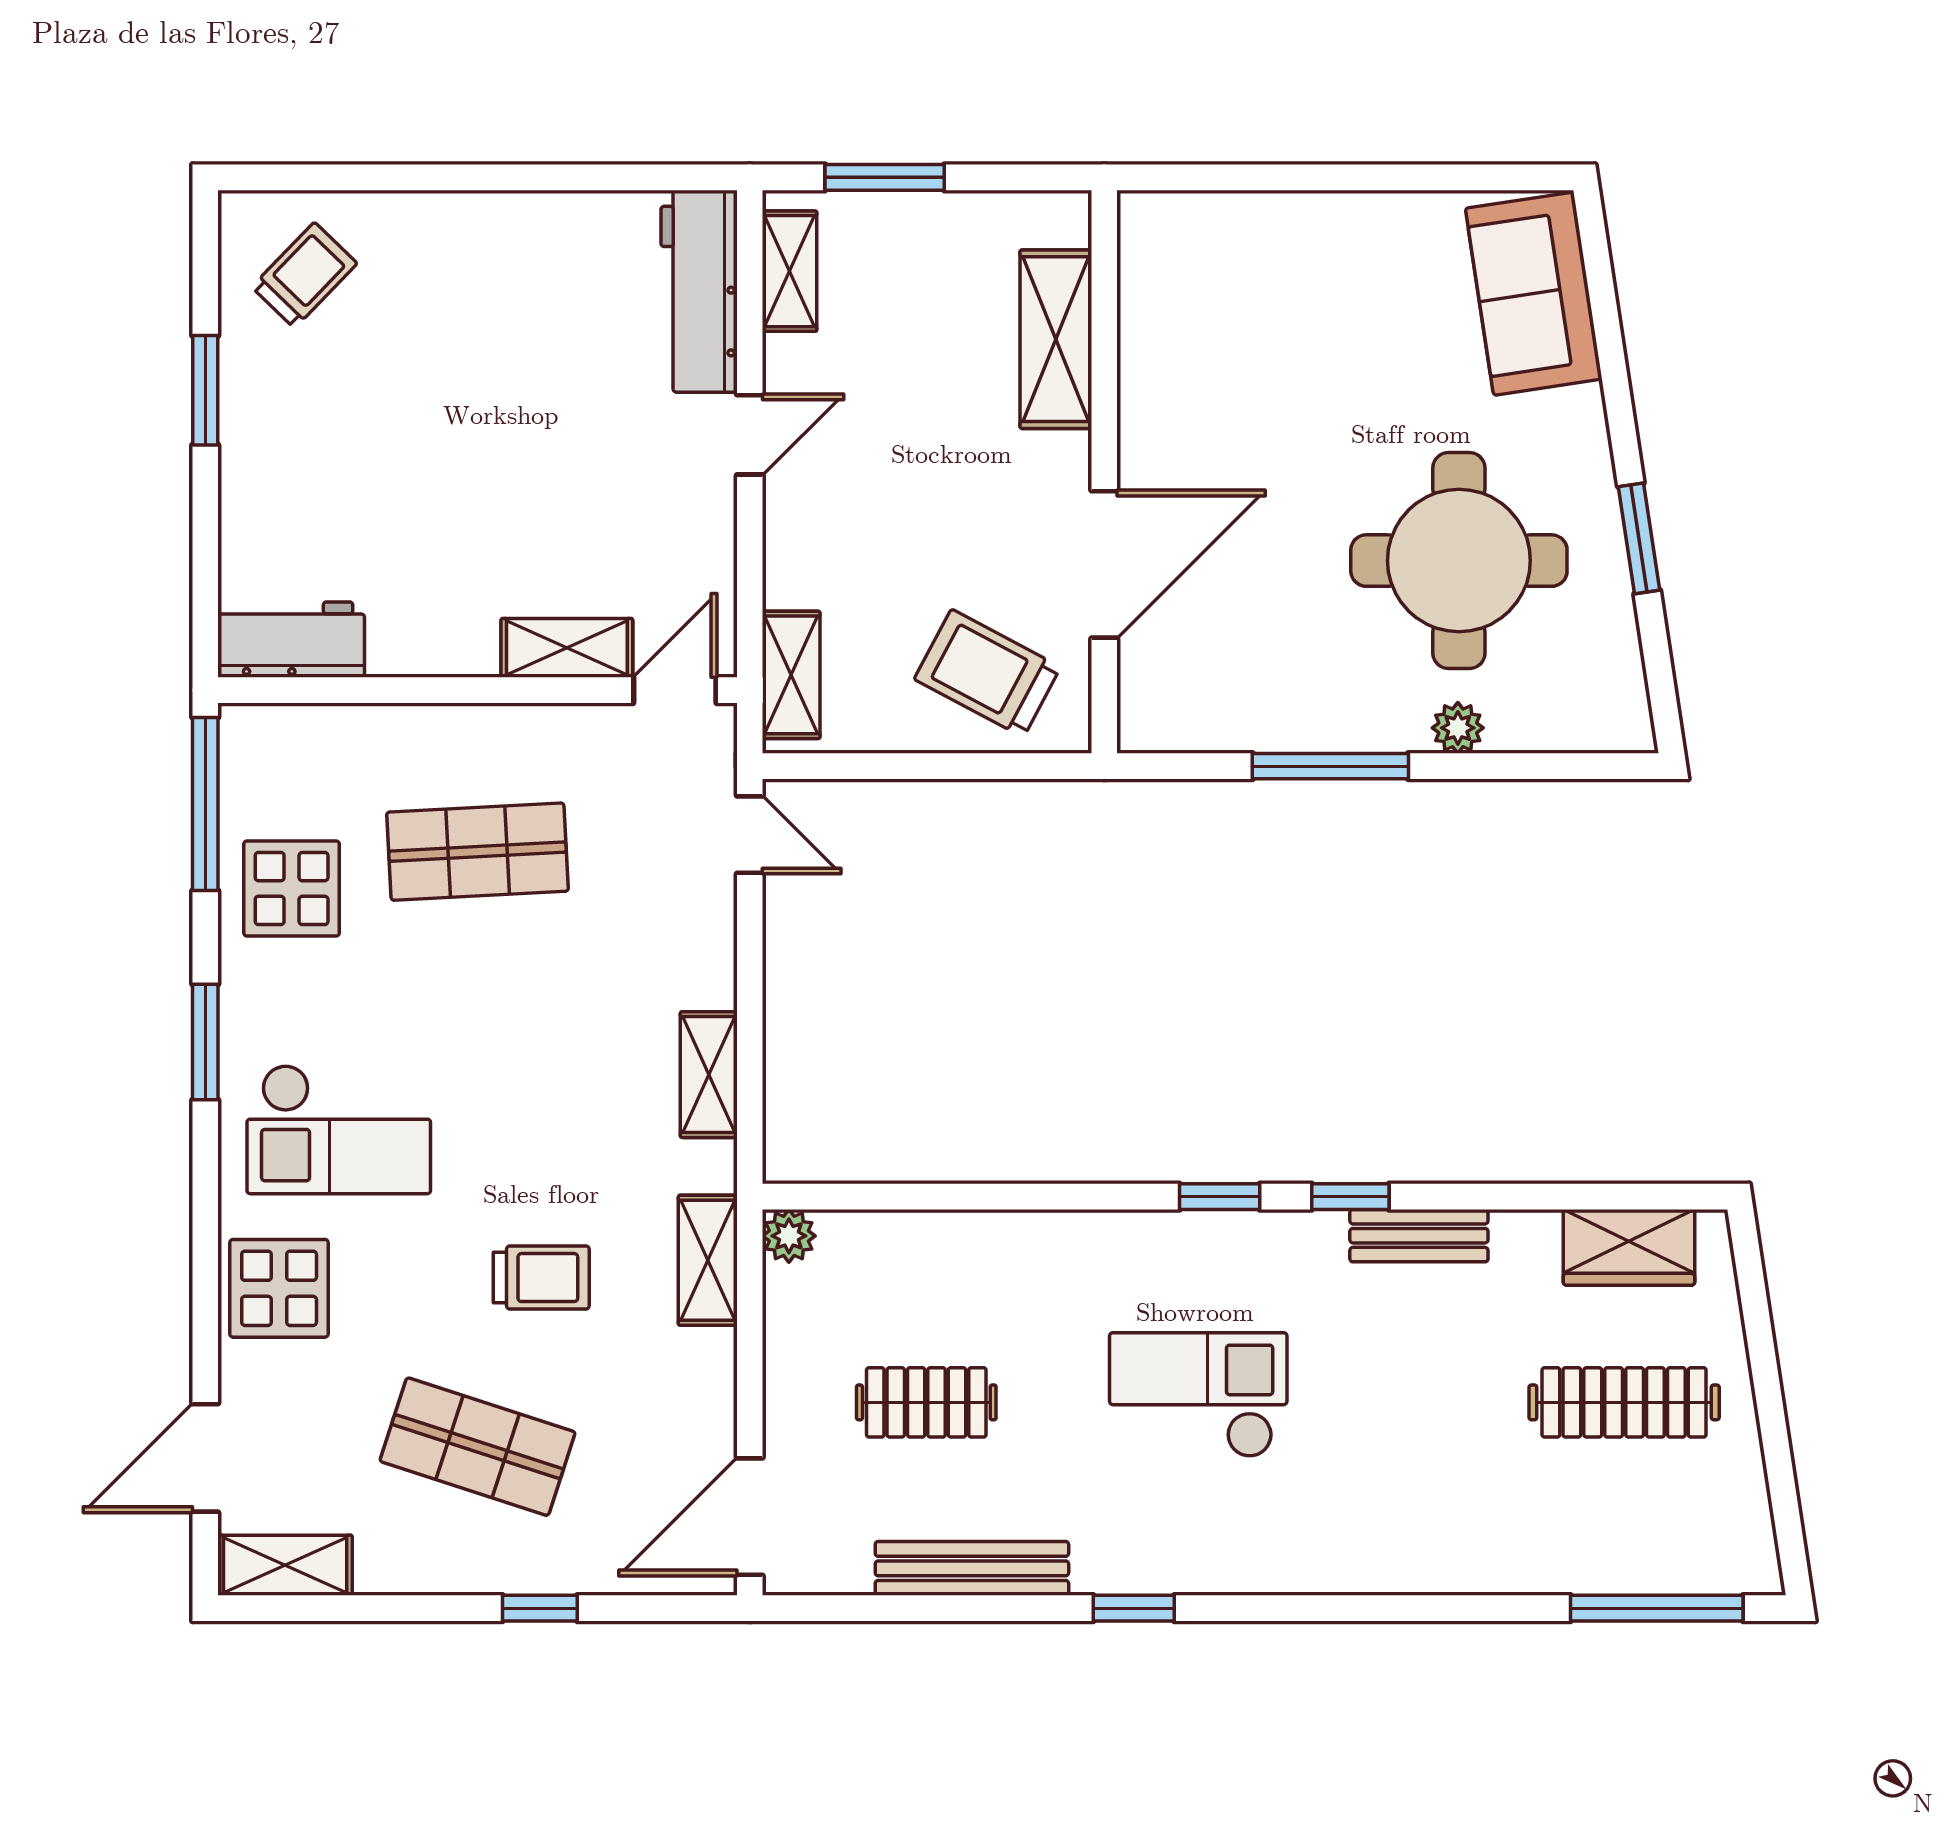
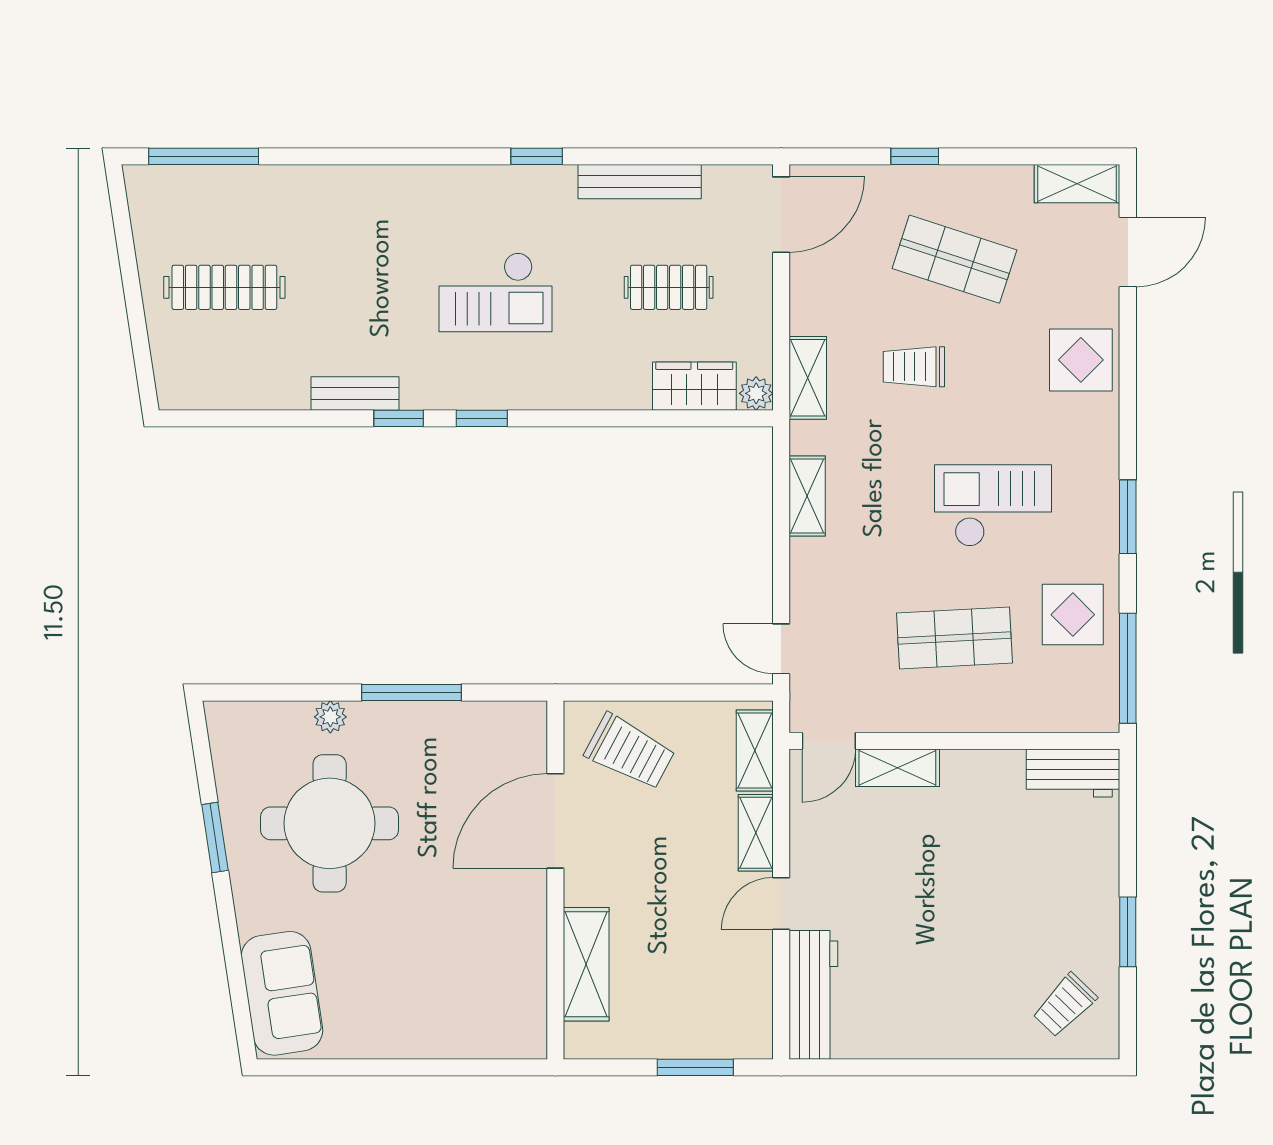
shelving: (790, 271) -> (756, 833), moved
checkout: (339, 1129) -> (993, 506), moved
wardrobe: (1629, 1247) -> (694, 386), moved

